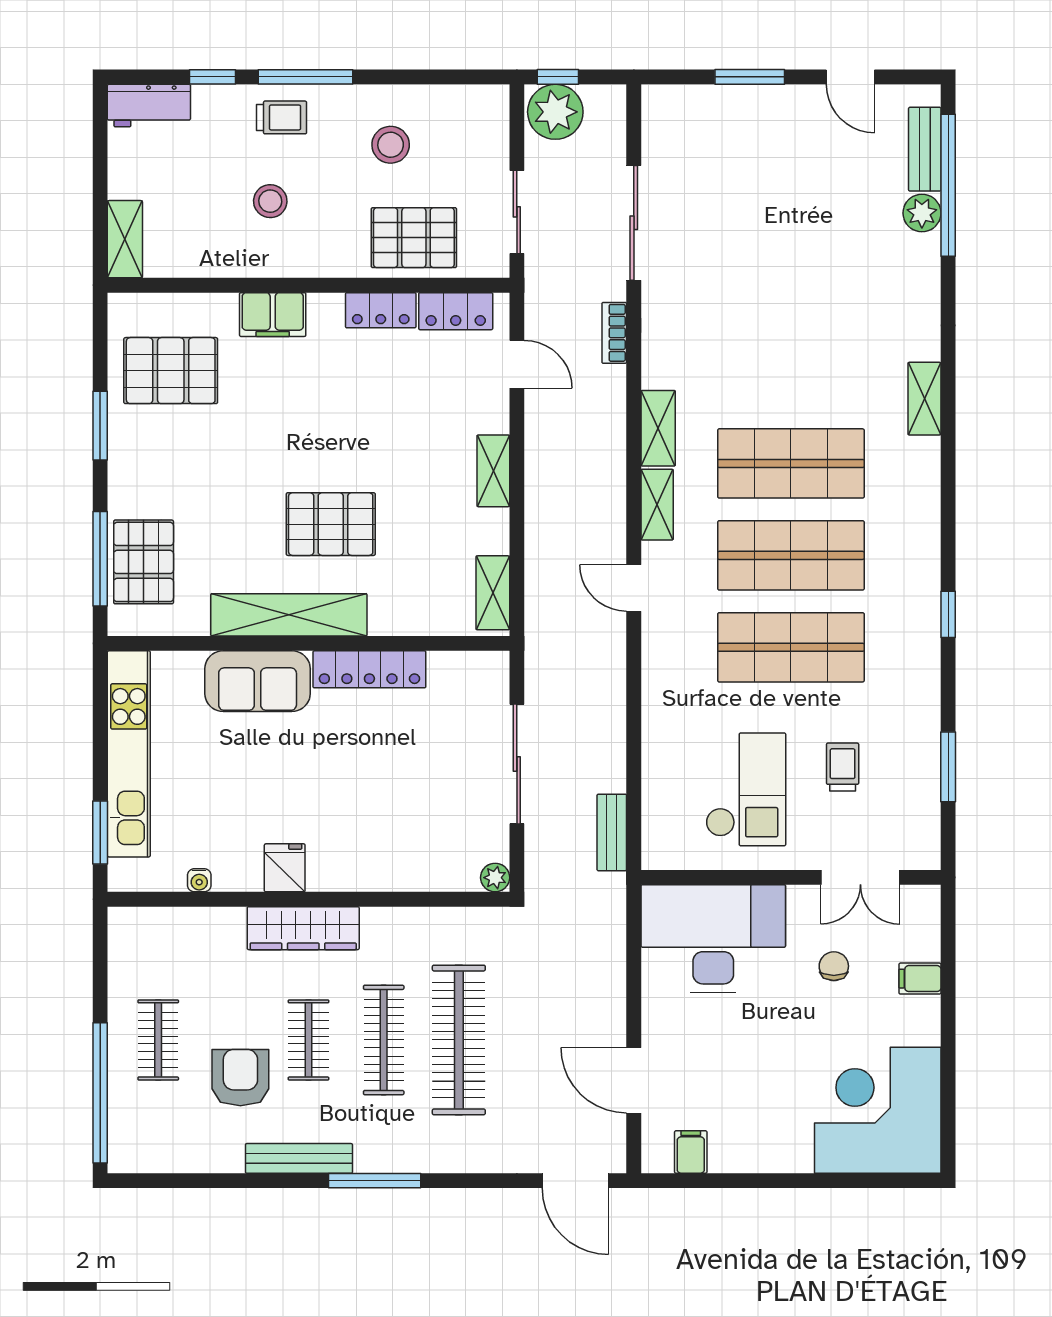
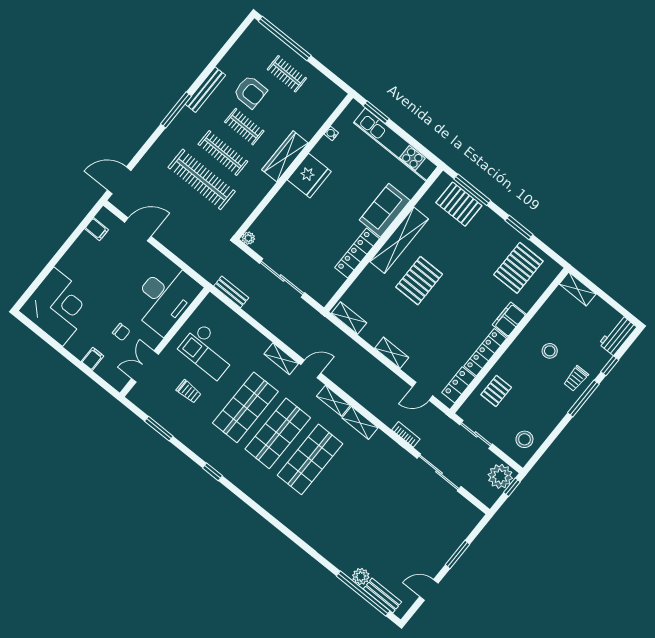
stool: (391, 145) -> (524, 439), moved
pallet: (414, 238) -> (496, 391), width x0.67, depth x0.71
locker: (381, 310) -> (485, 352), width x1.53
shelving: (924, 399) -> (281, 359), moved
fridge: (285, 868) -> (309, 176), width x1.88, depth x1.34

